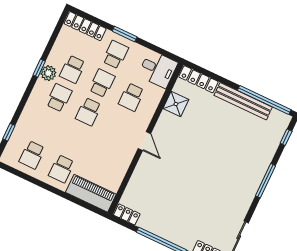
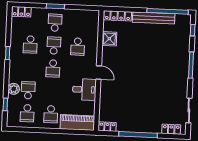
locker: (85, 26) -> (21, 12), width x0.66
desk: (158, 69) -> (84, 89), moved
plant: (48, 73) -> (14, 89), moved
school desk: (59, 98) -> (28, 90), moved

